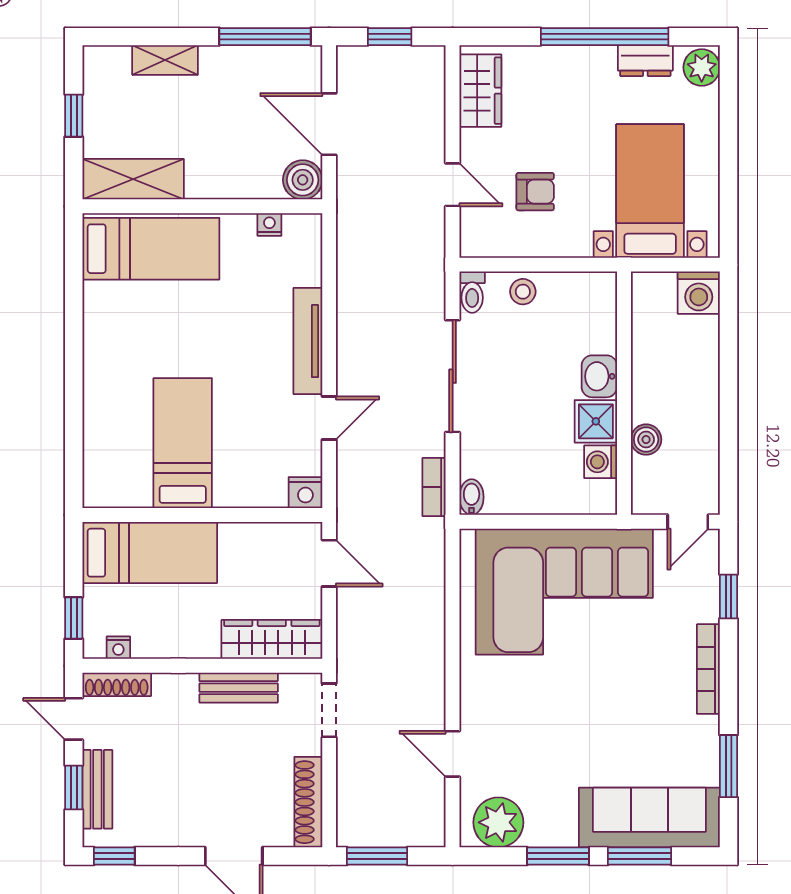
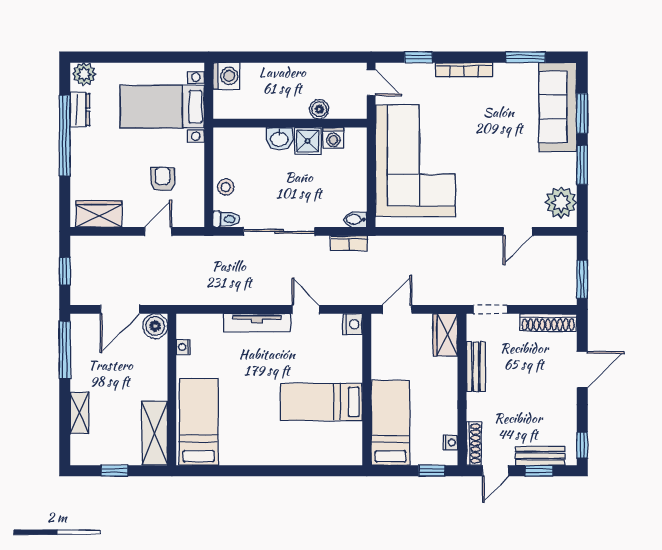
wardrobe: (272, 639) -> (445, 335), width x0.67

